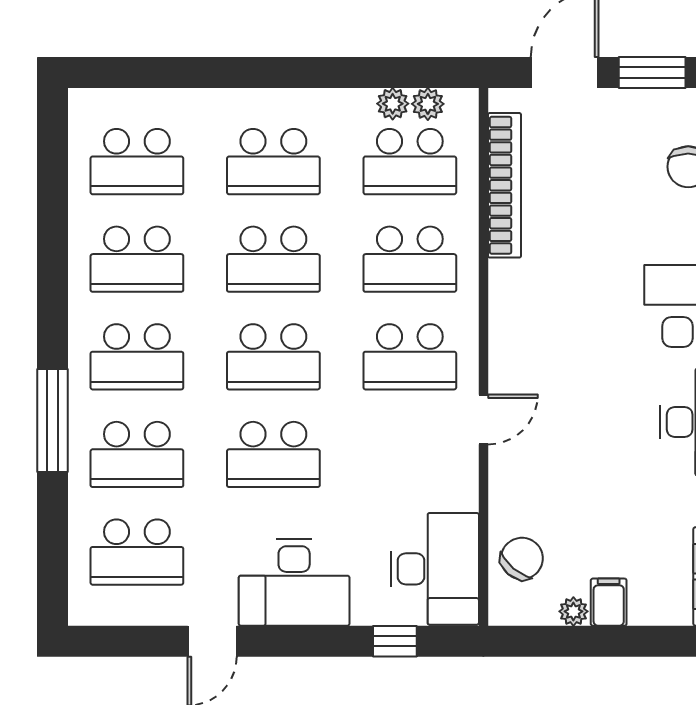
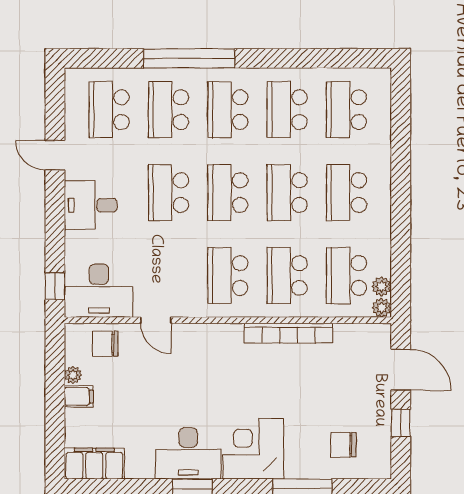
window: (652, 72) -> (401, 423), width x0.67
plant: (393, 104) -> (382, 308), moved
bookcase: (504, 185) -> (288, 333), moved
door: (483, 419) -> (156, 320), moved
window: (53, 420) -> (189, 58), width x1.46
chair: (522, 559) -> (105, 344), turned 140
desk: (294, 582) -> (91, 205), width x0.73
window: (395, 641) -> (55, 286), moved

